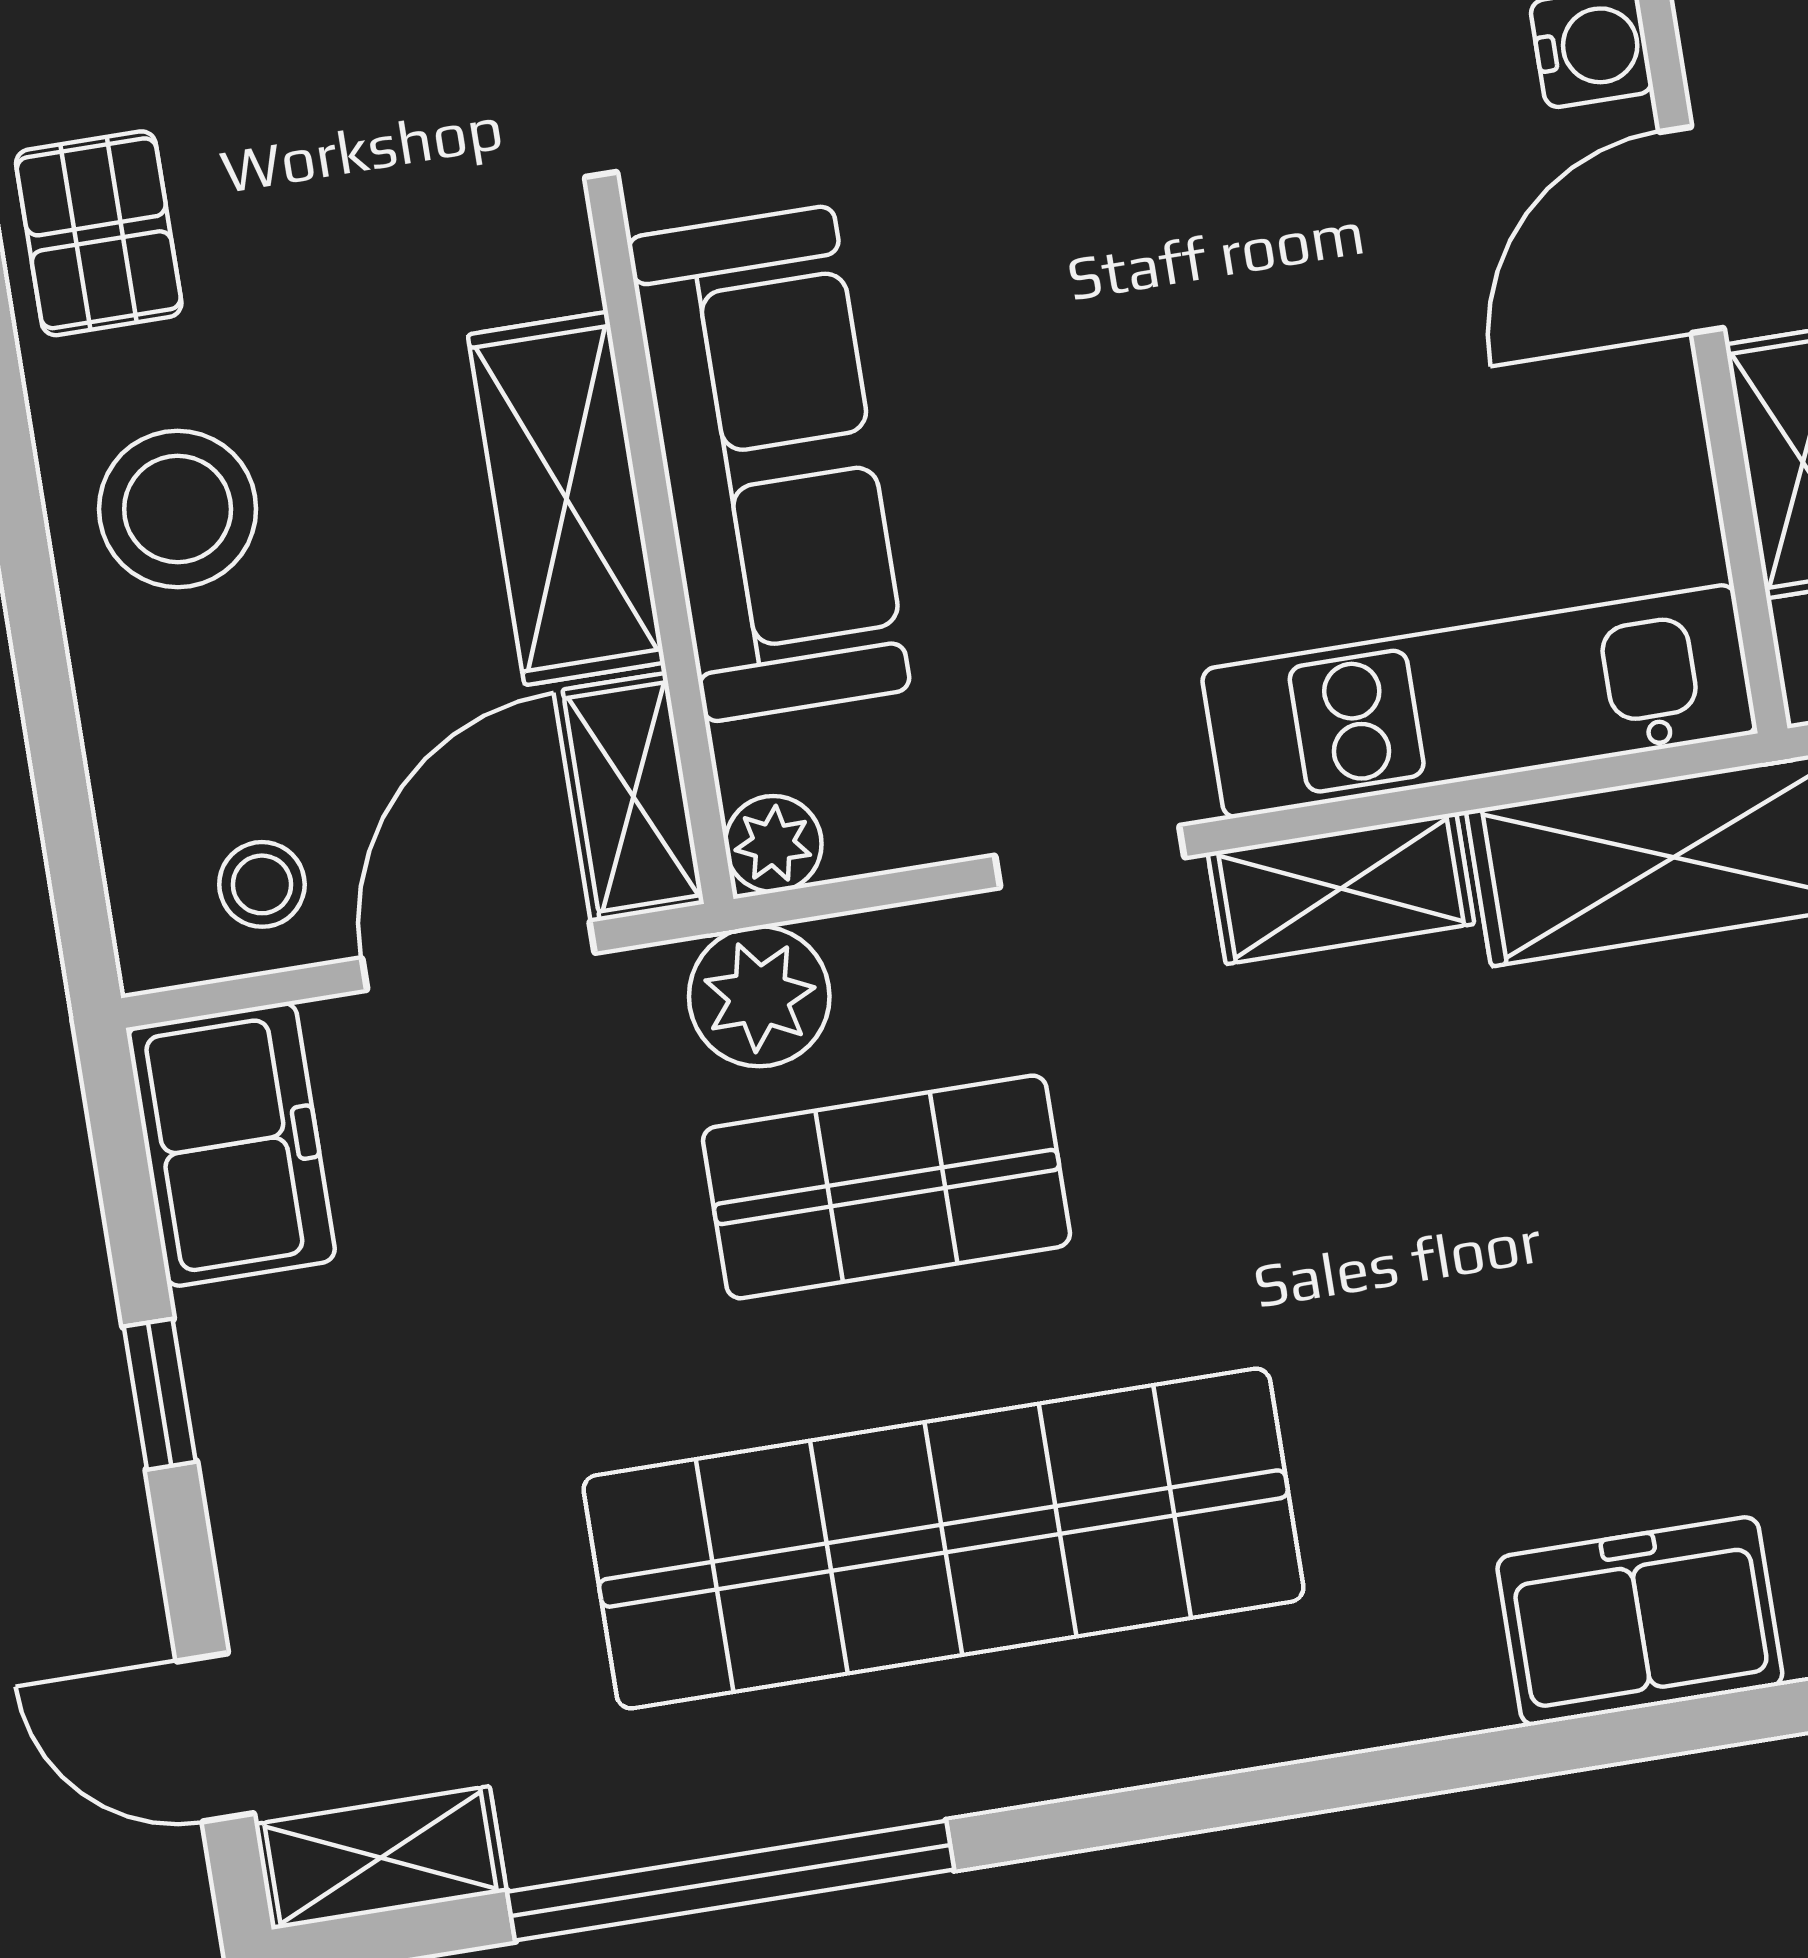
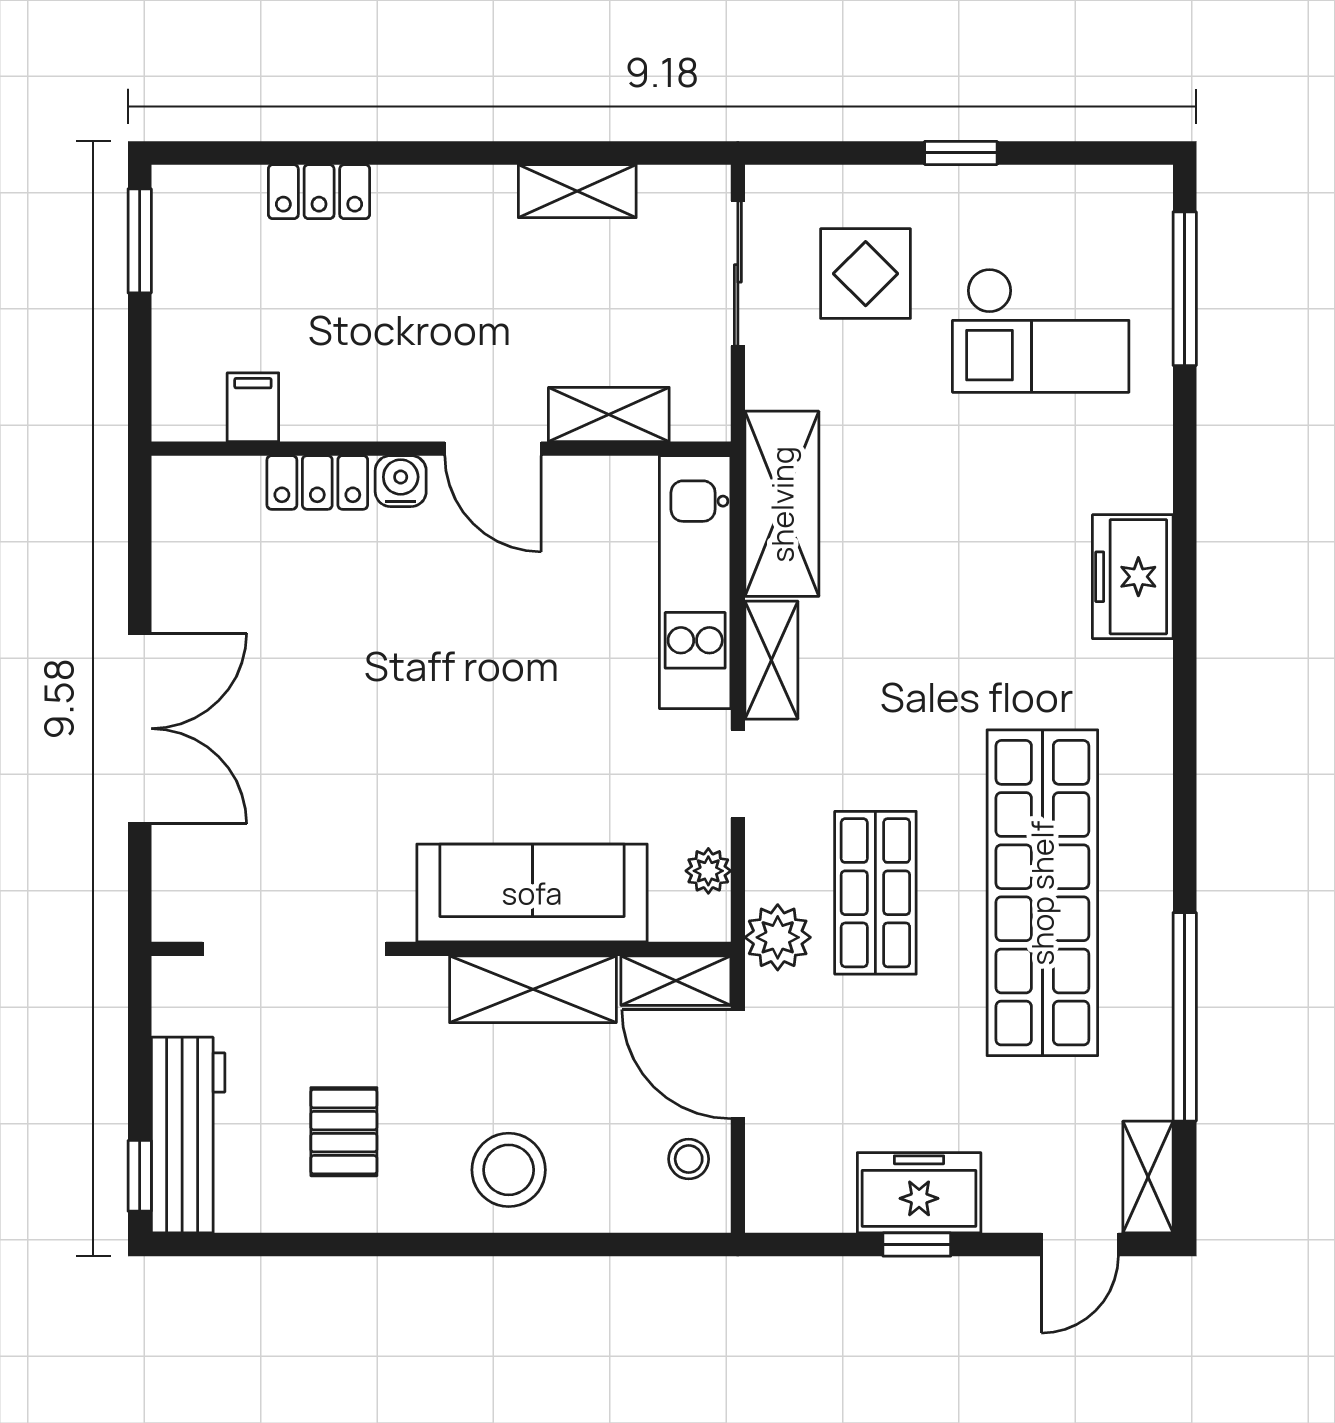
pallet: (99, 233) -> (344, 1132), moved, turned 90
plant: (773, 844) -> (708, 871), moved
freezer: (231, 1144) -> (919, 1193), moved

